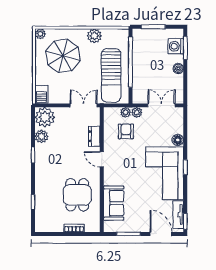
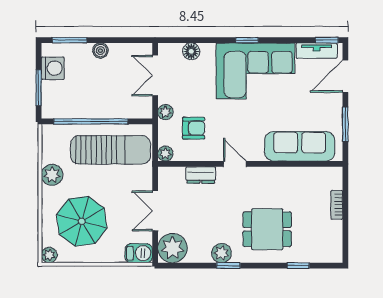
washing machine: (176, 46) -> (53, 68), moved, turned -90
double door: (84, 105) -> (155, 211), moved
plant: (125, 112) -> (165, 154), moved
armchair: (126, 131) -> (194, 128), turned 180
plant: (41, 136) -> (222, 253), moved
floor lamp: (178, 140) -> (191, 51), moved
door: (102, 159) -> (235, 164), swing flipped
dining table: (77, 195) -> (267, 229), moved
sofa: (114, 203) -> (300, 146), width x1.36

